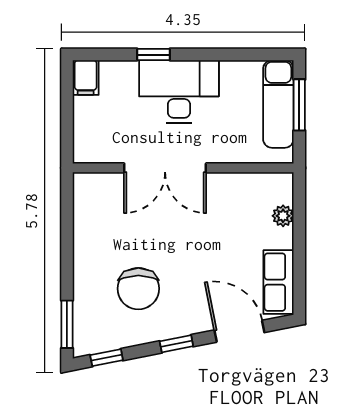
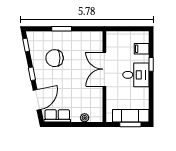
filing cabinet: (86, 78) -> (142, 49), moved
desk: (179, 91) -> (136, 75), width x0.73
window: (67, 324) -> (62, 29), moved

